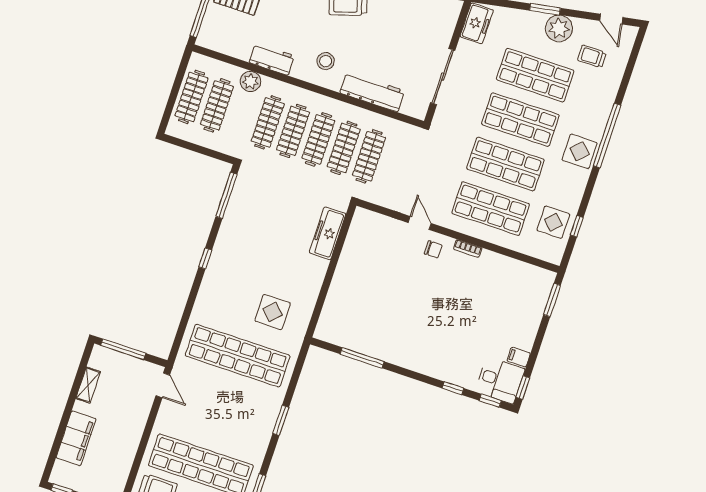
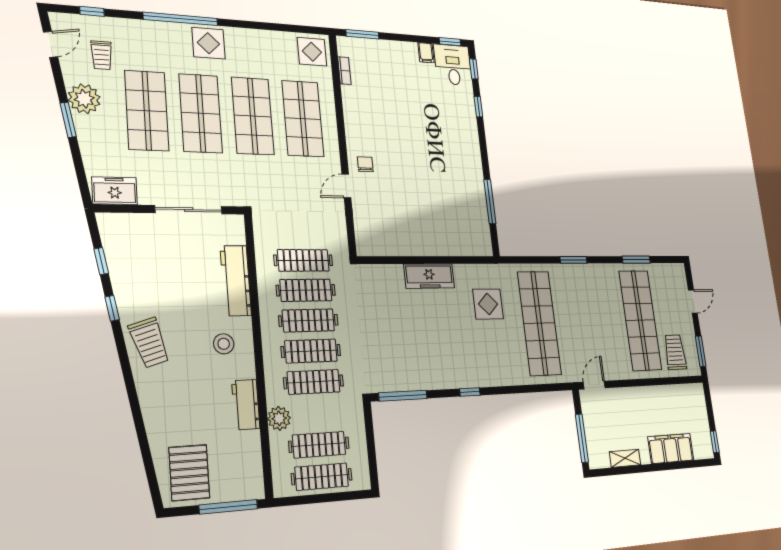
display table: (553, 222) -> (312, 52), moved
window: (577, 226) -> (92, 11), moved
freezer: (328, 233) -> (429, 276), moved
bookcase: (468, 249) -> (344, 71), moved

